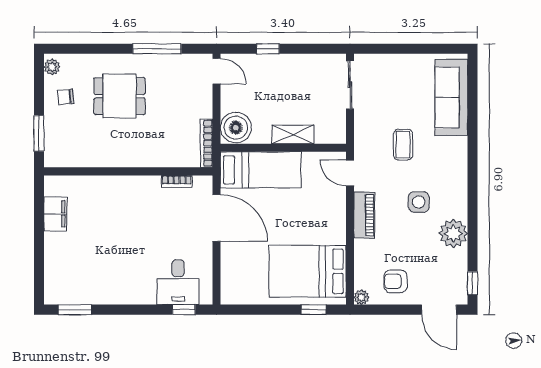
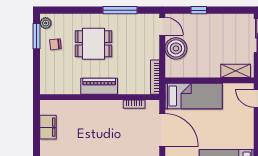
boiler: (236, 128) -> (176, 48), moved
window: (39, 133) -> (37, 36), moved
shelving: (293, 134) -> (236, 71), moved
piano: (127, 156) -> (99, 86), added

